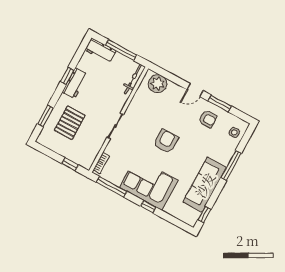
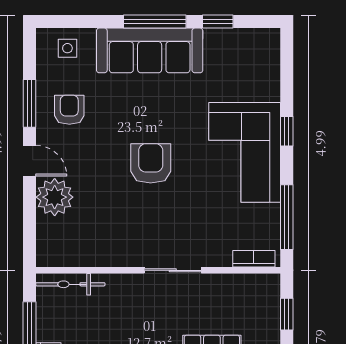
plant: (158, 84) -> (55, 197), moved
armchair: (166, 141) -> (151, 163), turned 90
window: (231, 165) -> (155, 21), moved
sofa: (205, 185) -> (150, 50), moved
window: (204, 215) -> (218, 21), moved

